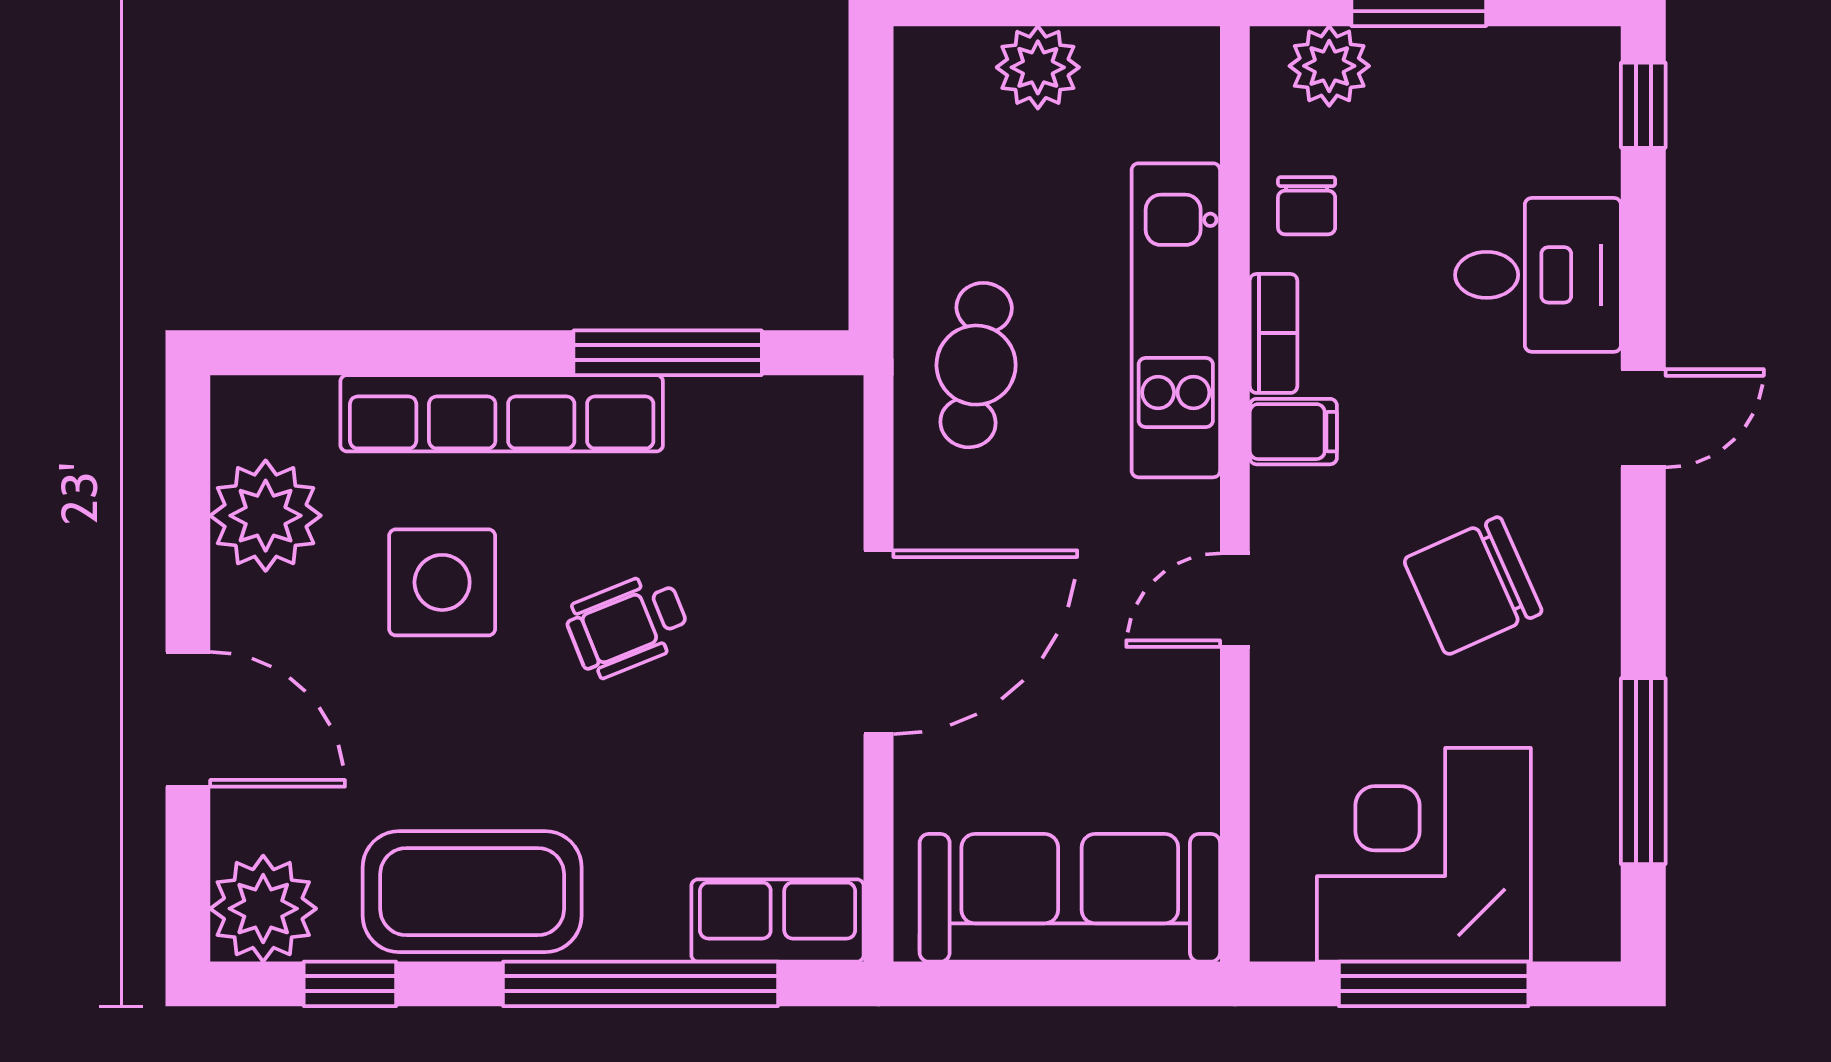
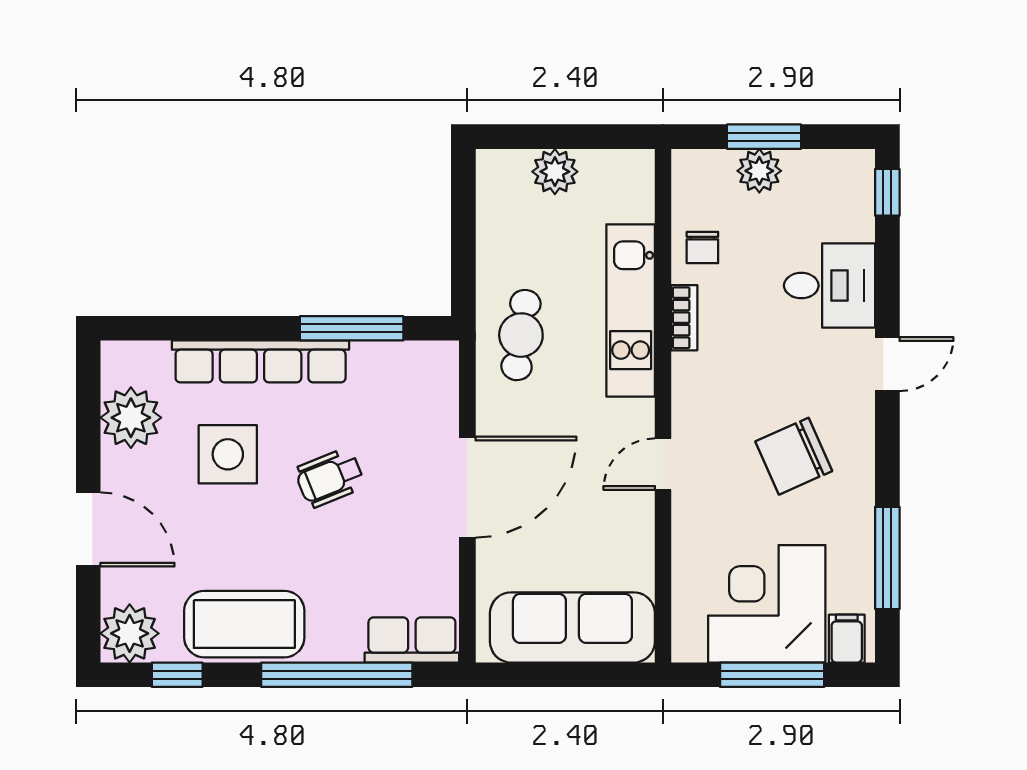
plant: (1329, 66) -> (759, 171), moved
filing cabinet: (1293, 432) -> (847, 639), moved, turned -90

